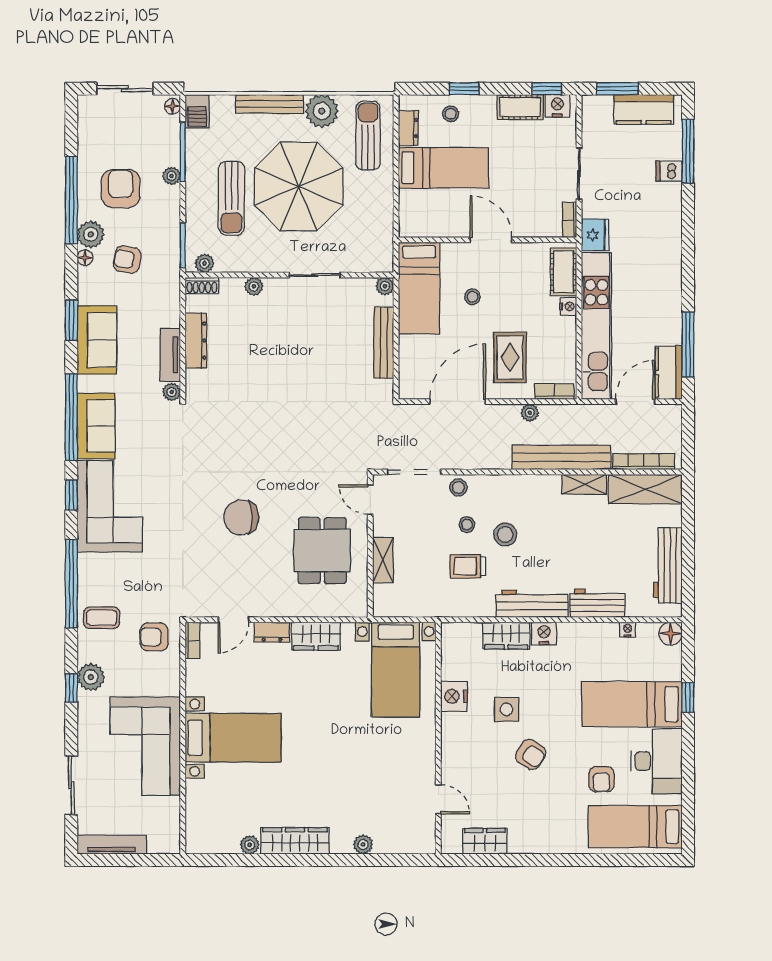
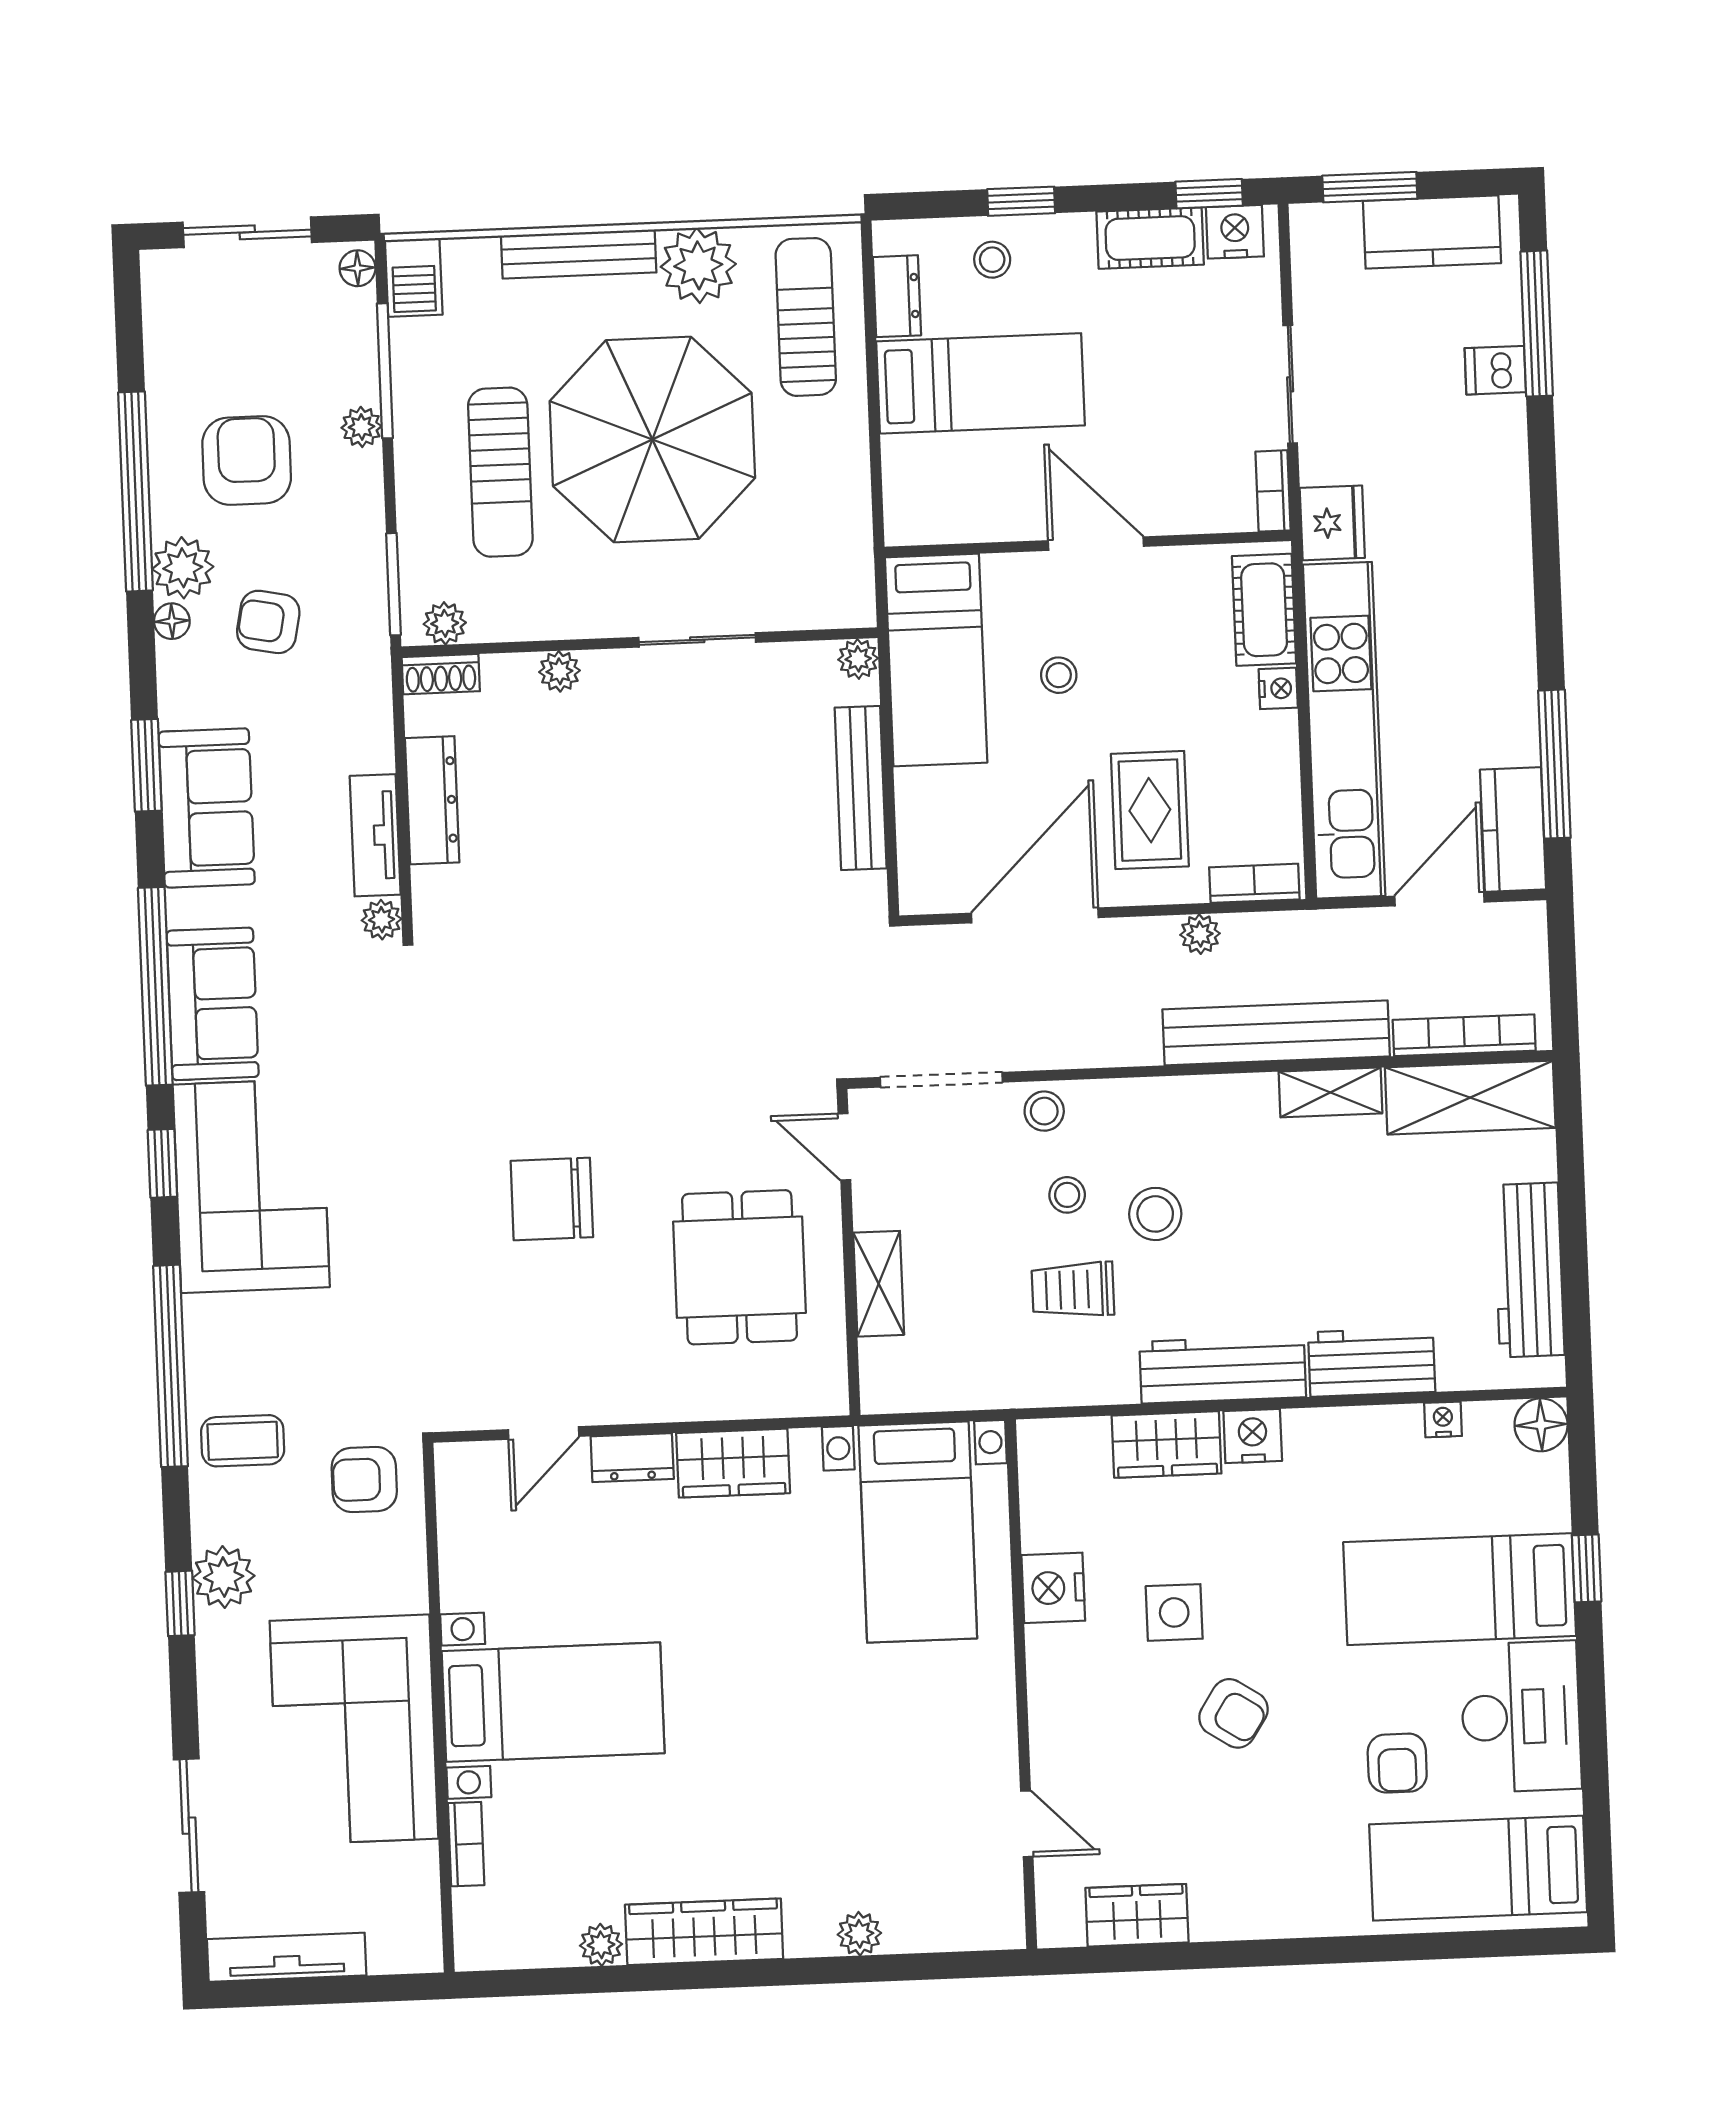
bookcase: (192, 640) -> (466, 1844), moved

